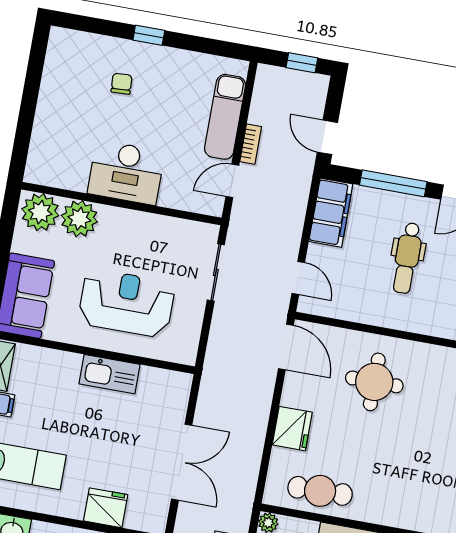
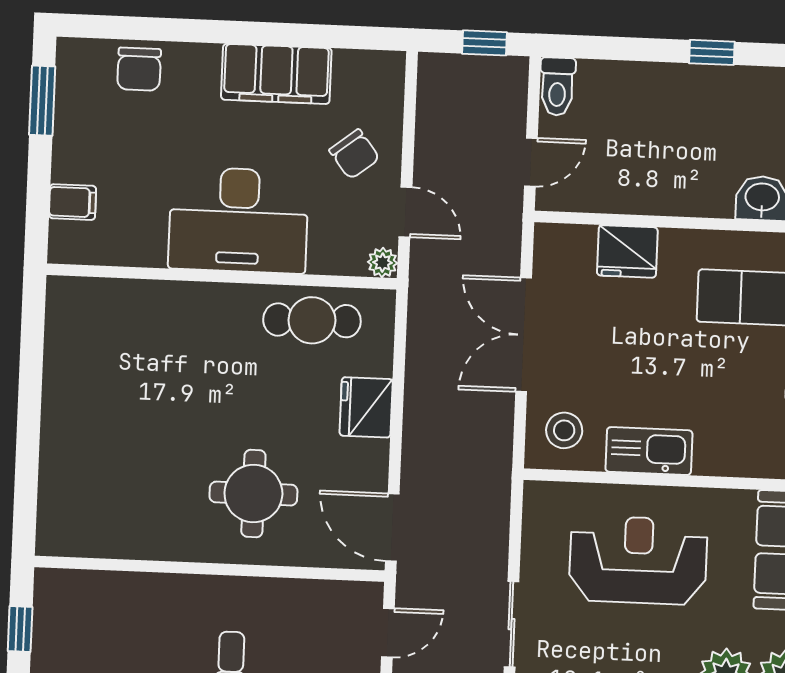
door: (298, 278) -> (388, 633), swing flipped
reception desk: (127, 303) -> (638, 560), turned 180
stool: (164, 395) -> (564, 430), added

